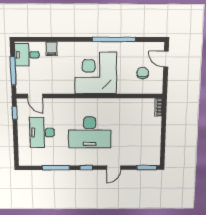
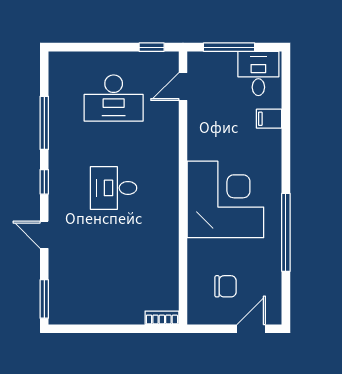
desk: (90, 132) -> (114, 188), width x0.53, depth x0.77
desk: (42, 133) -> (114, 98), turned 180

